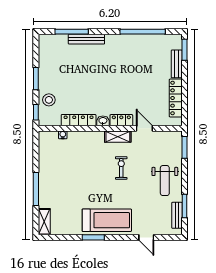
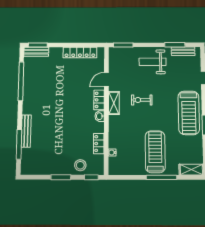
bench: (177, 64) -> (36, 52), moved
locker: (79, 120) -> (99, 144), width x0.66
weight bench: (165, 181) -> (153, 62), turned 180
treadmill: (64, 182) -> (155, 152), added
treadmill: (107, 220) -> (189, 113), turned 180

